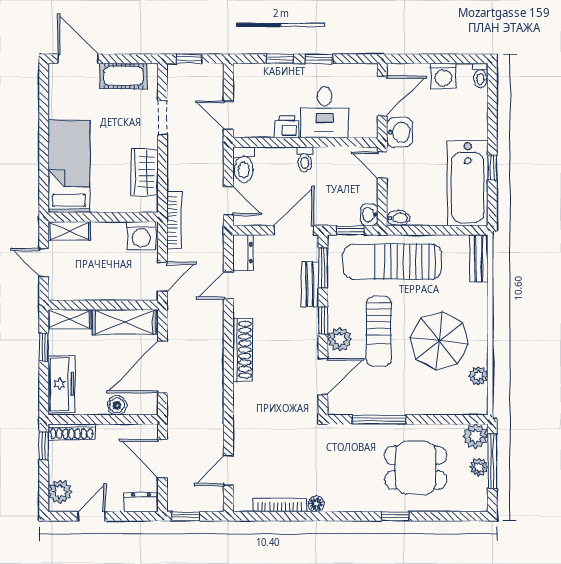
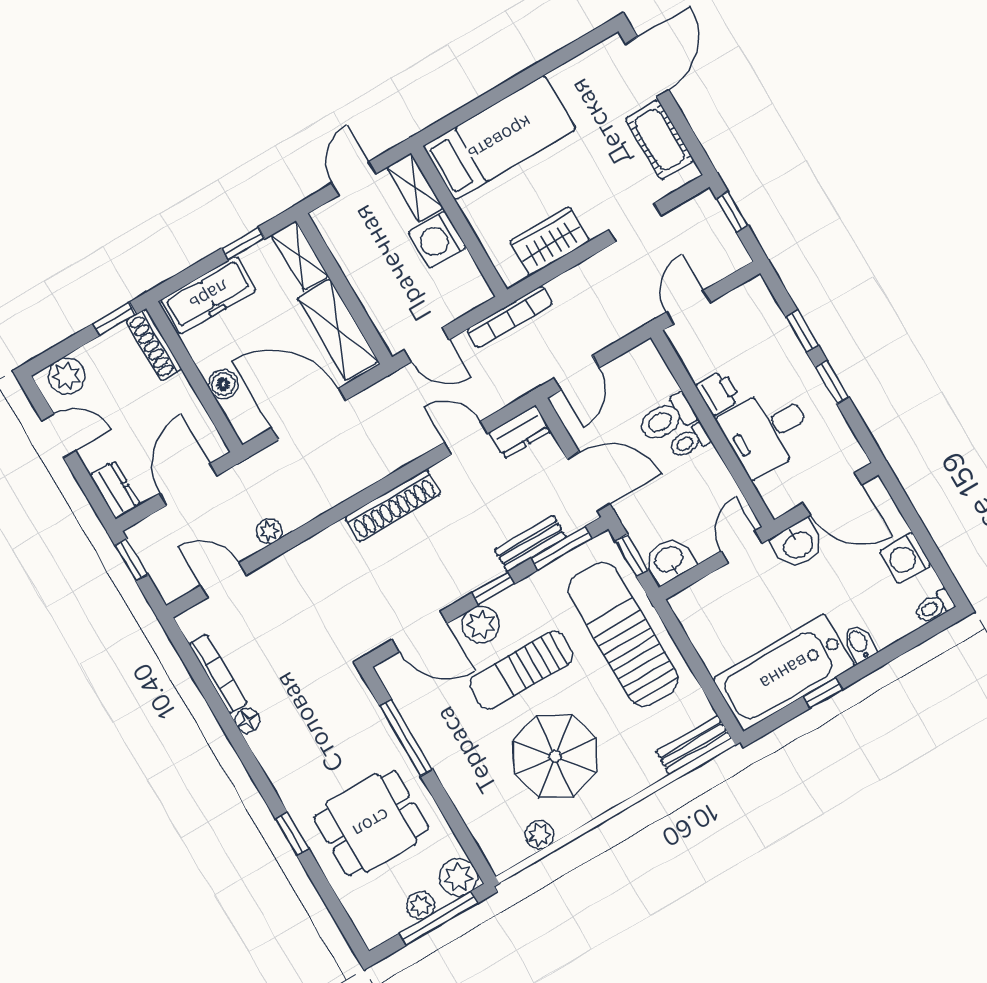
toilet: (244, 165) -> (667, 418), moved
washbasin: (369, 215) -> (669, 560), width x1.38, depth x1.45
bidet: (398, 218) -> (859, 644), moved, turned 180
washing machine: (141, 236) -> (437, 240), moved
plant: (216, 428) -> (269, 531), added
dining table: (416, 468) -> (371, 823), turned 90

